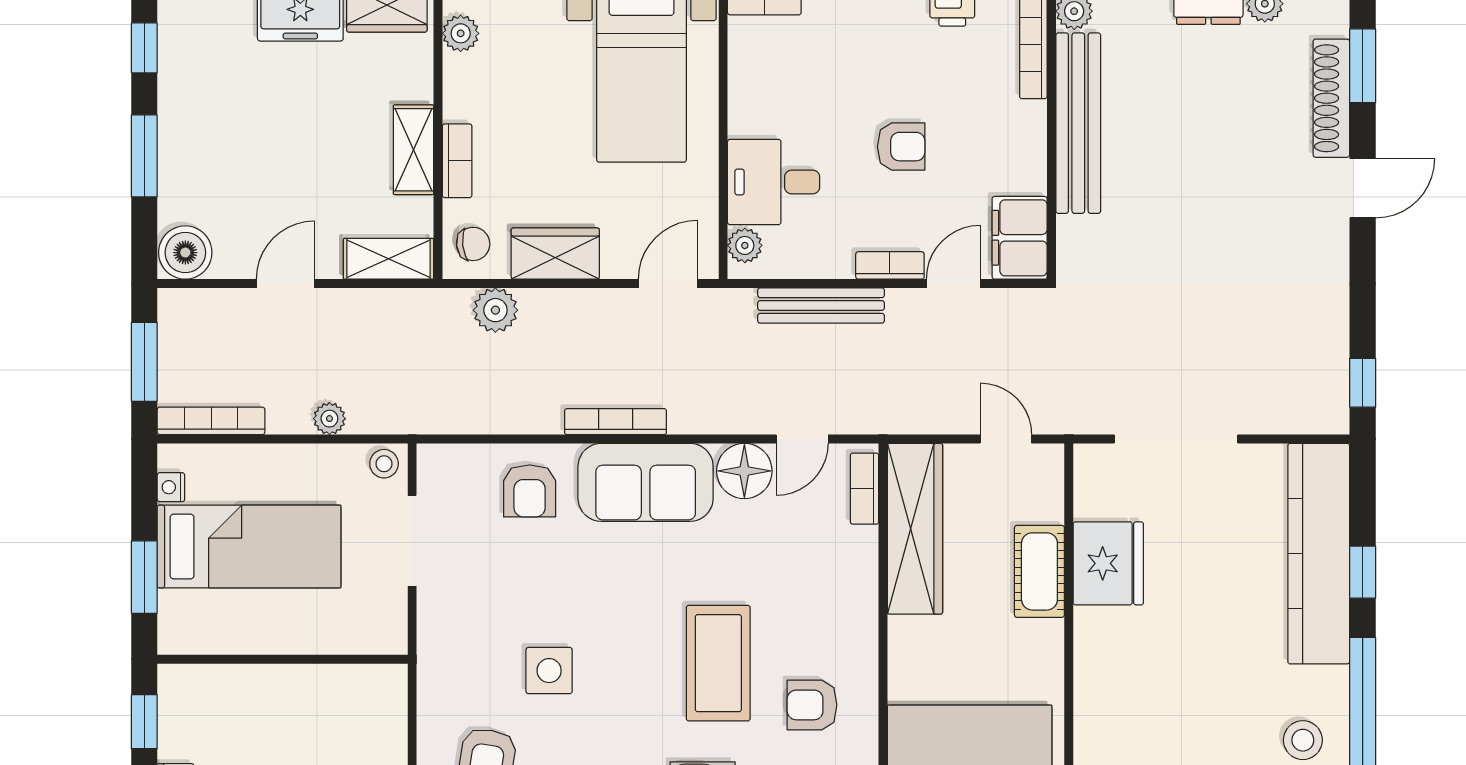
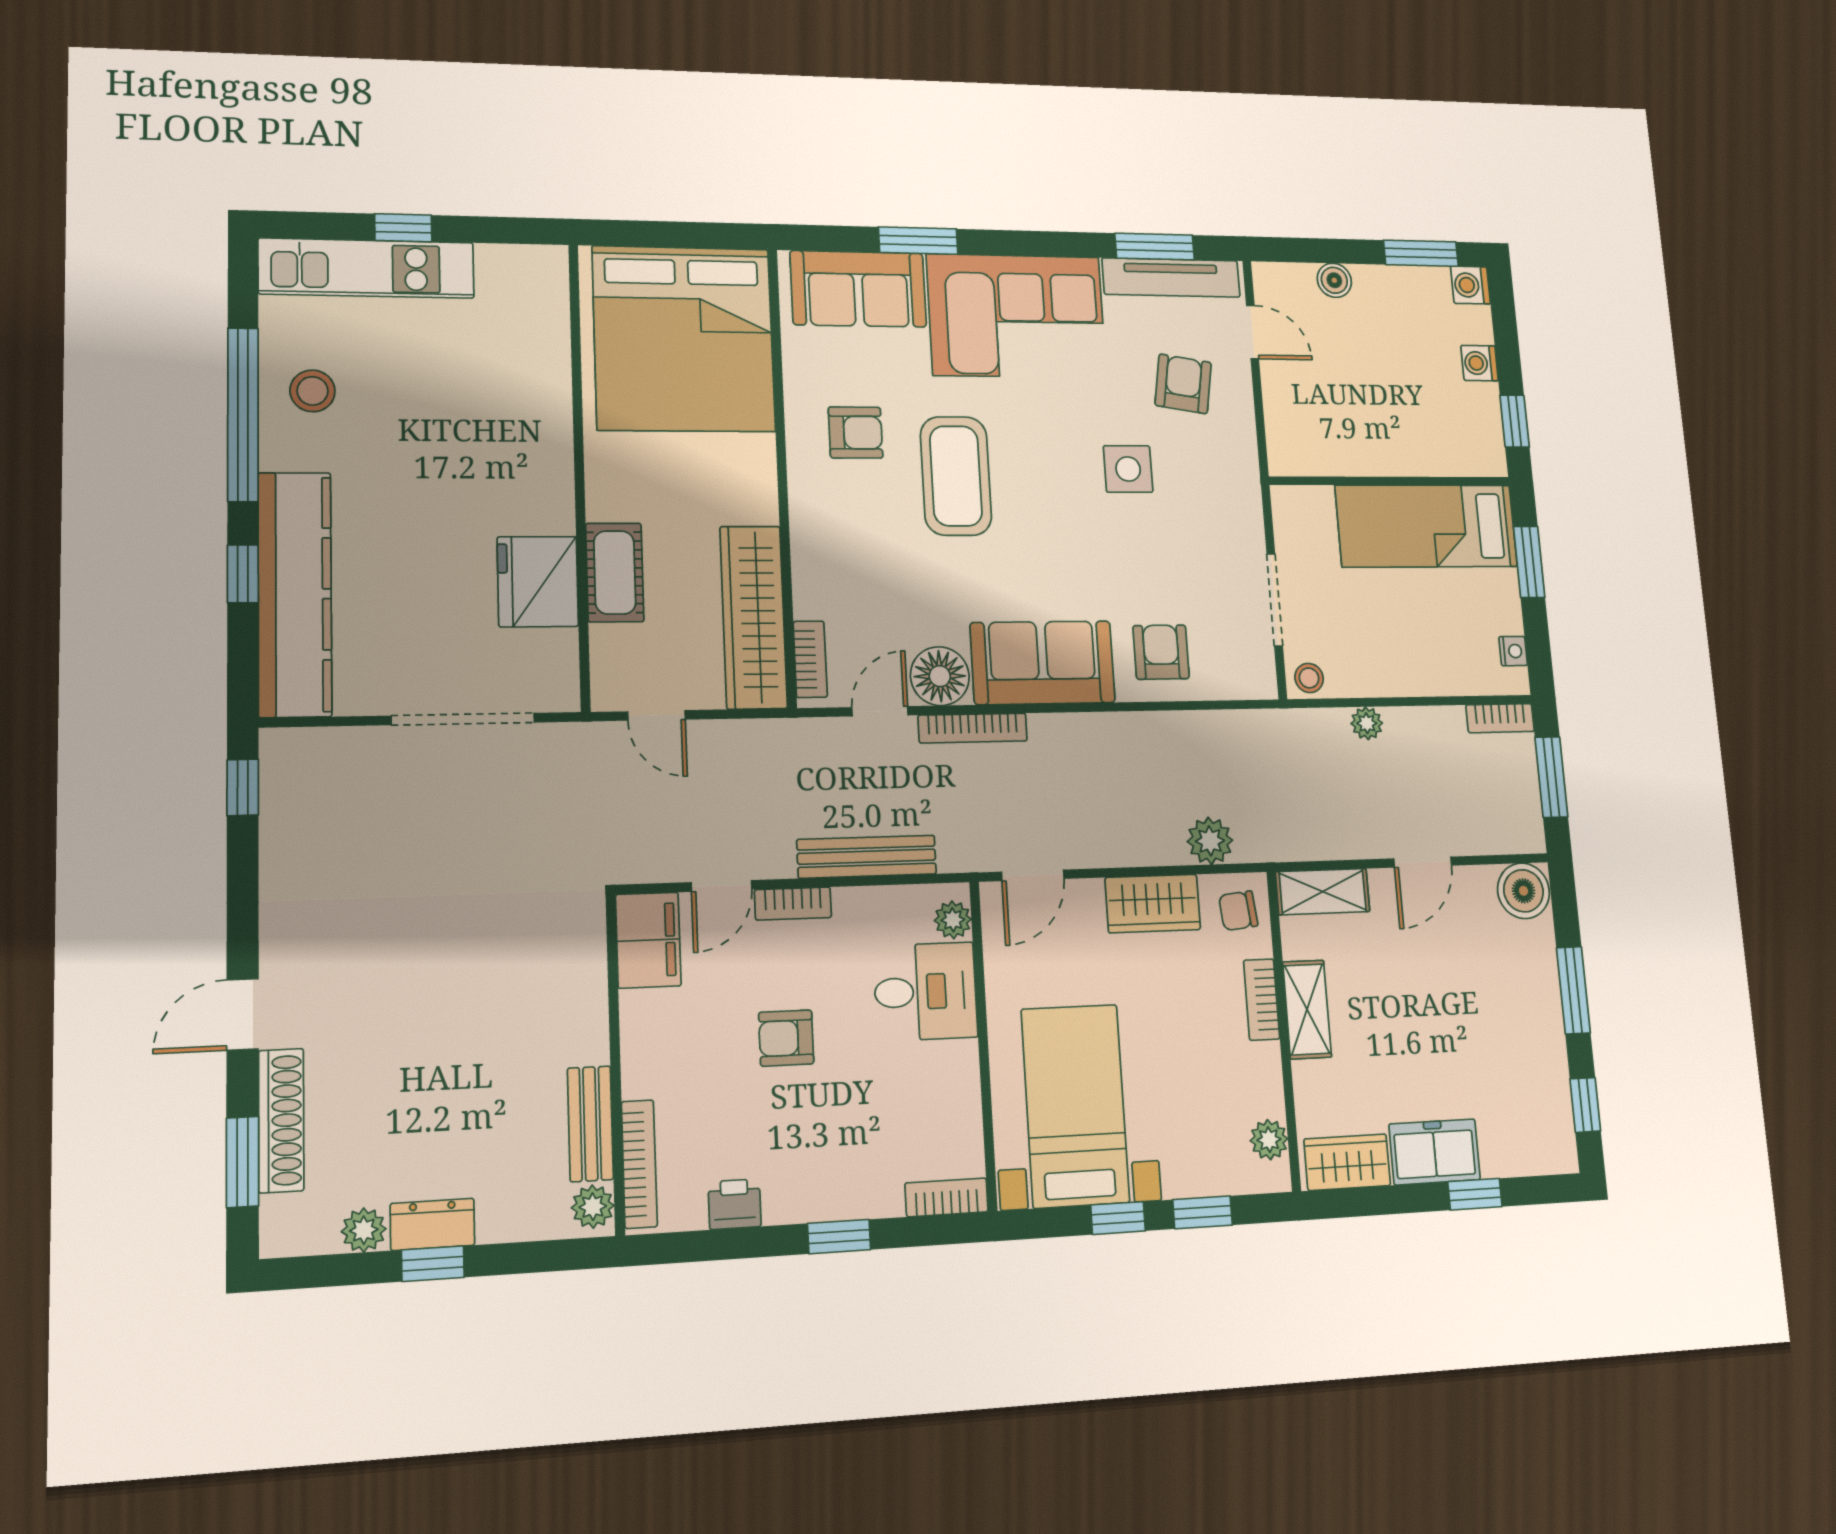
bench: (1078, 123) -> (590, 1124), width x0.54, depth x0.82
bookcase: (211, 421) -> (1500, 718), width x0.64
bookcase: (616, 422) -> (973, 728), moved
bed: (249, 547) -> (1427, 526), moved

